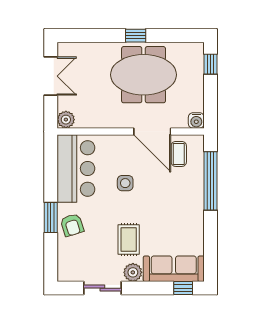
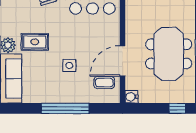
window: (211, 181) -> (65, 108), moved
side table: (125, 183) -> (69, 65), moved

